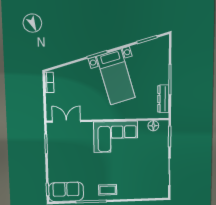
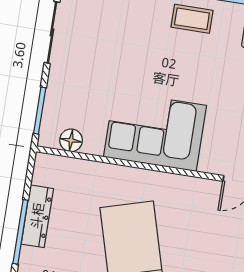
dresser: (163, 99) -> (37, 216), moved

